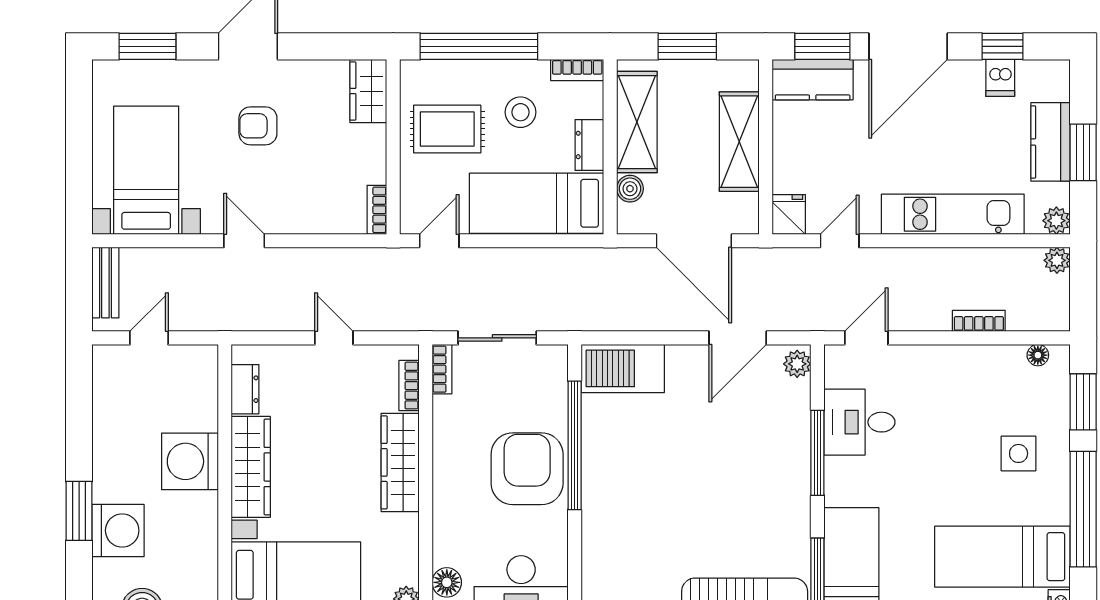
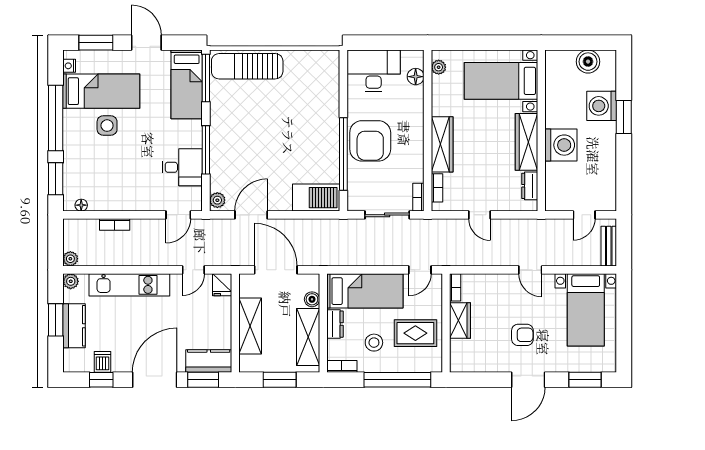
wardrobe: (368, 91) -> (460, 321), moved
side table: (1019, 453) -> (107, 126), moved

